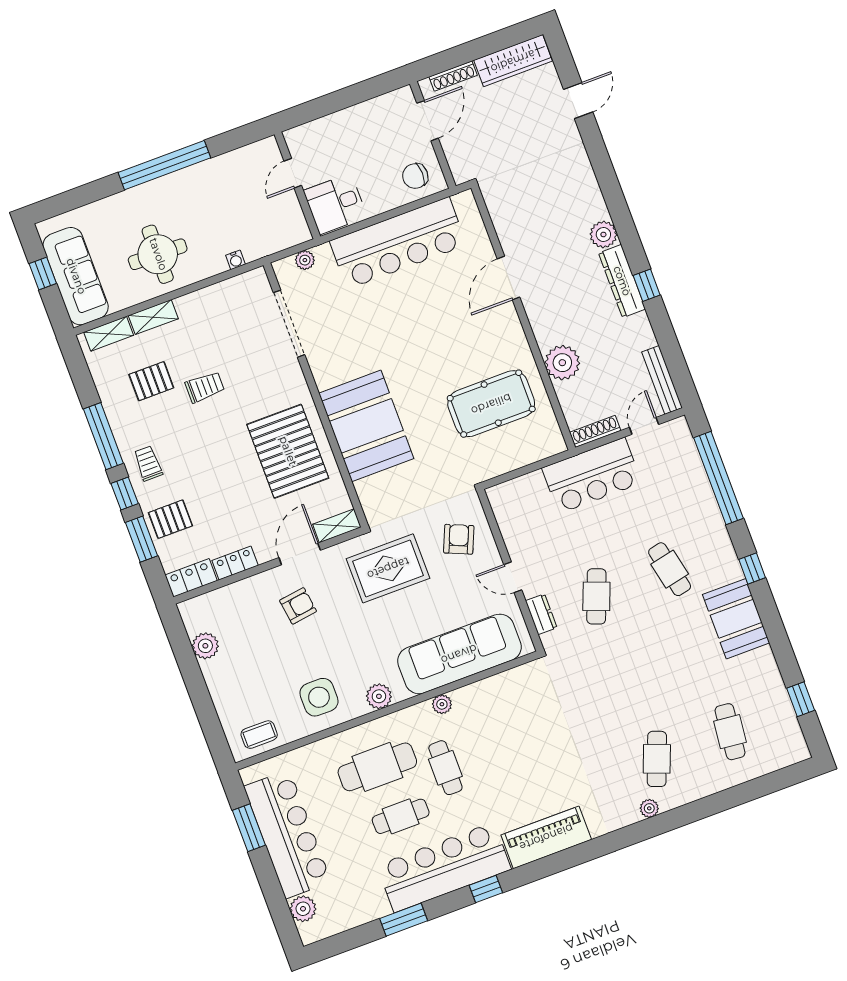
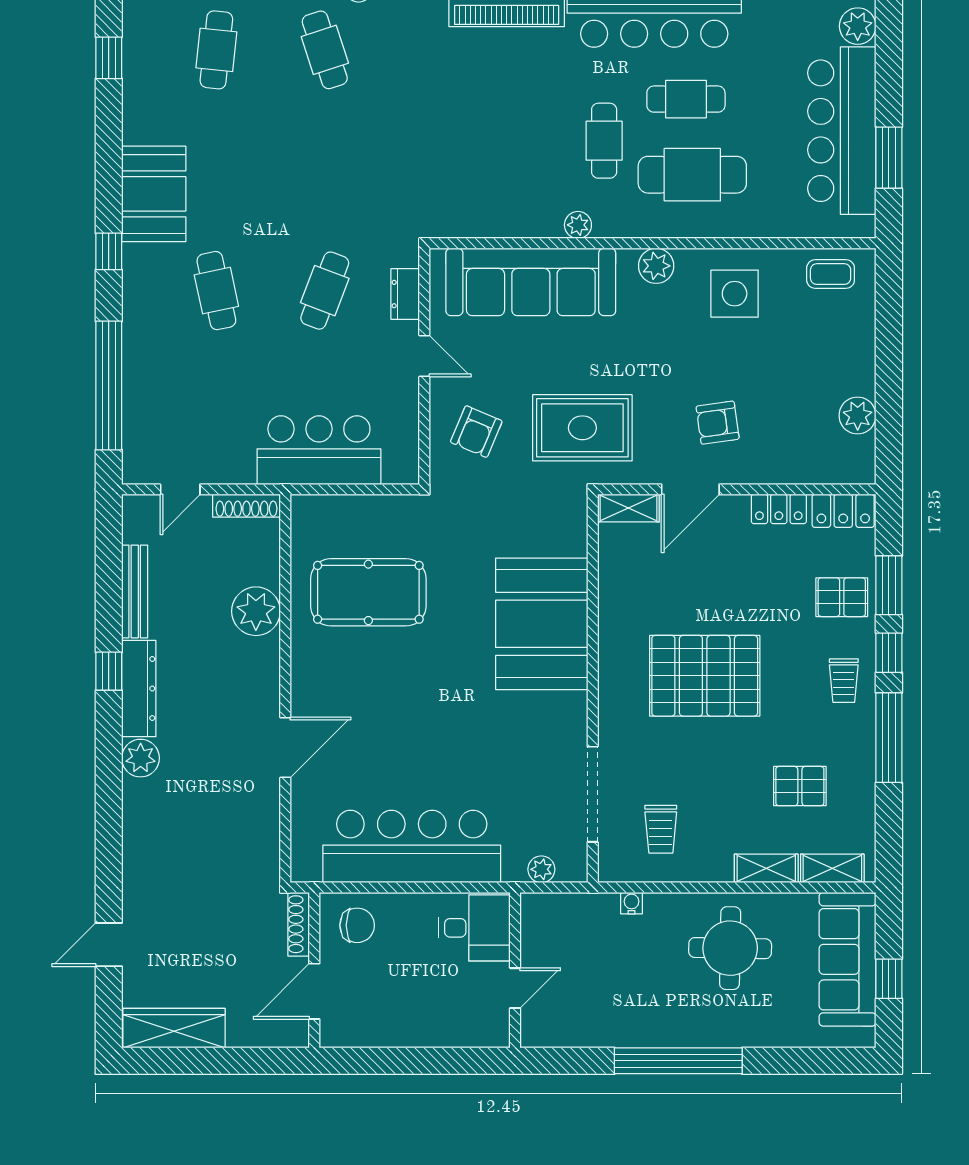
shoe rack: (453, 76) -> (299, 924), moved, turned -90
bench: (662, 380) -> (135, 591), moved
trolley: (205, 387) -> (661, 829), moved, turned -90
pallet: (288, 451) -> (705, 676), moved, turned 90
bar counter: (592, 475) -> (319, 450), moved
cafe table: (657, 759) -> (325, 50), turned -39

